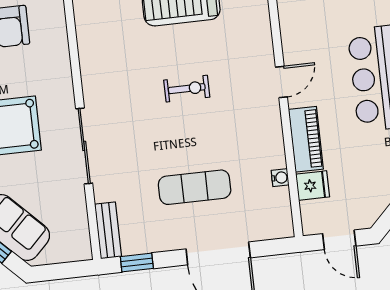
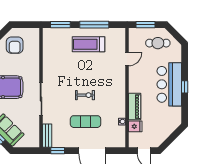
door: (281, 82) -> (127, 59), moved
exercise bike: (187, 89) -> (85, 95), moved

